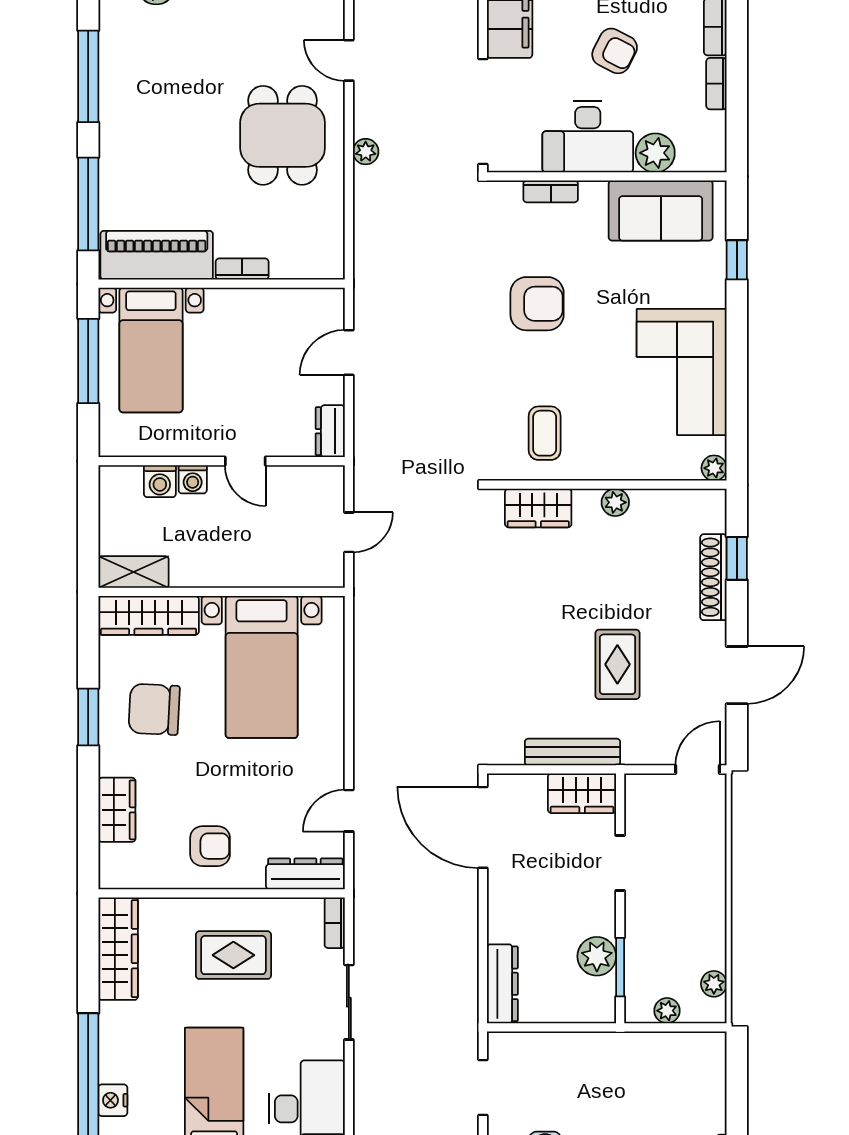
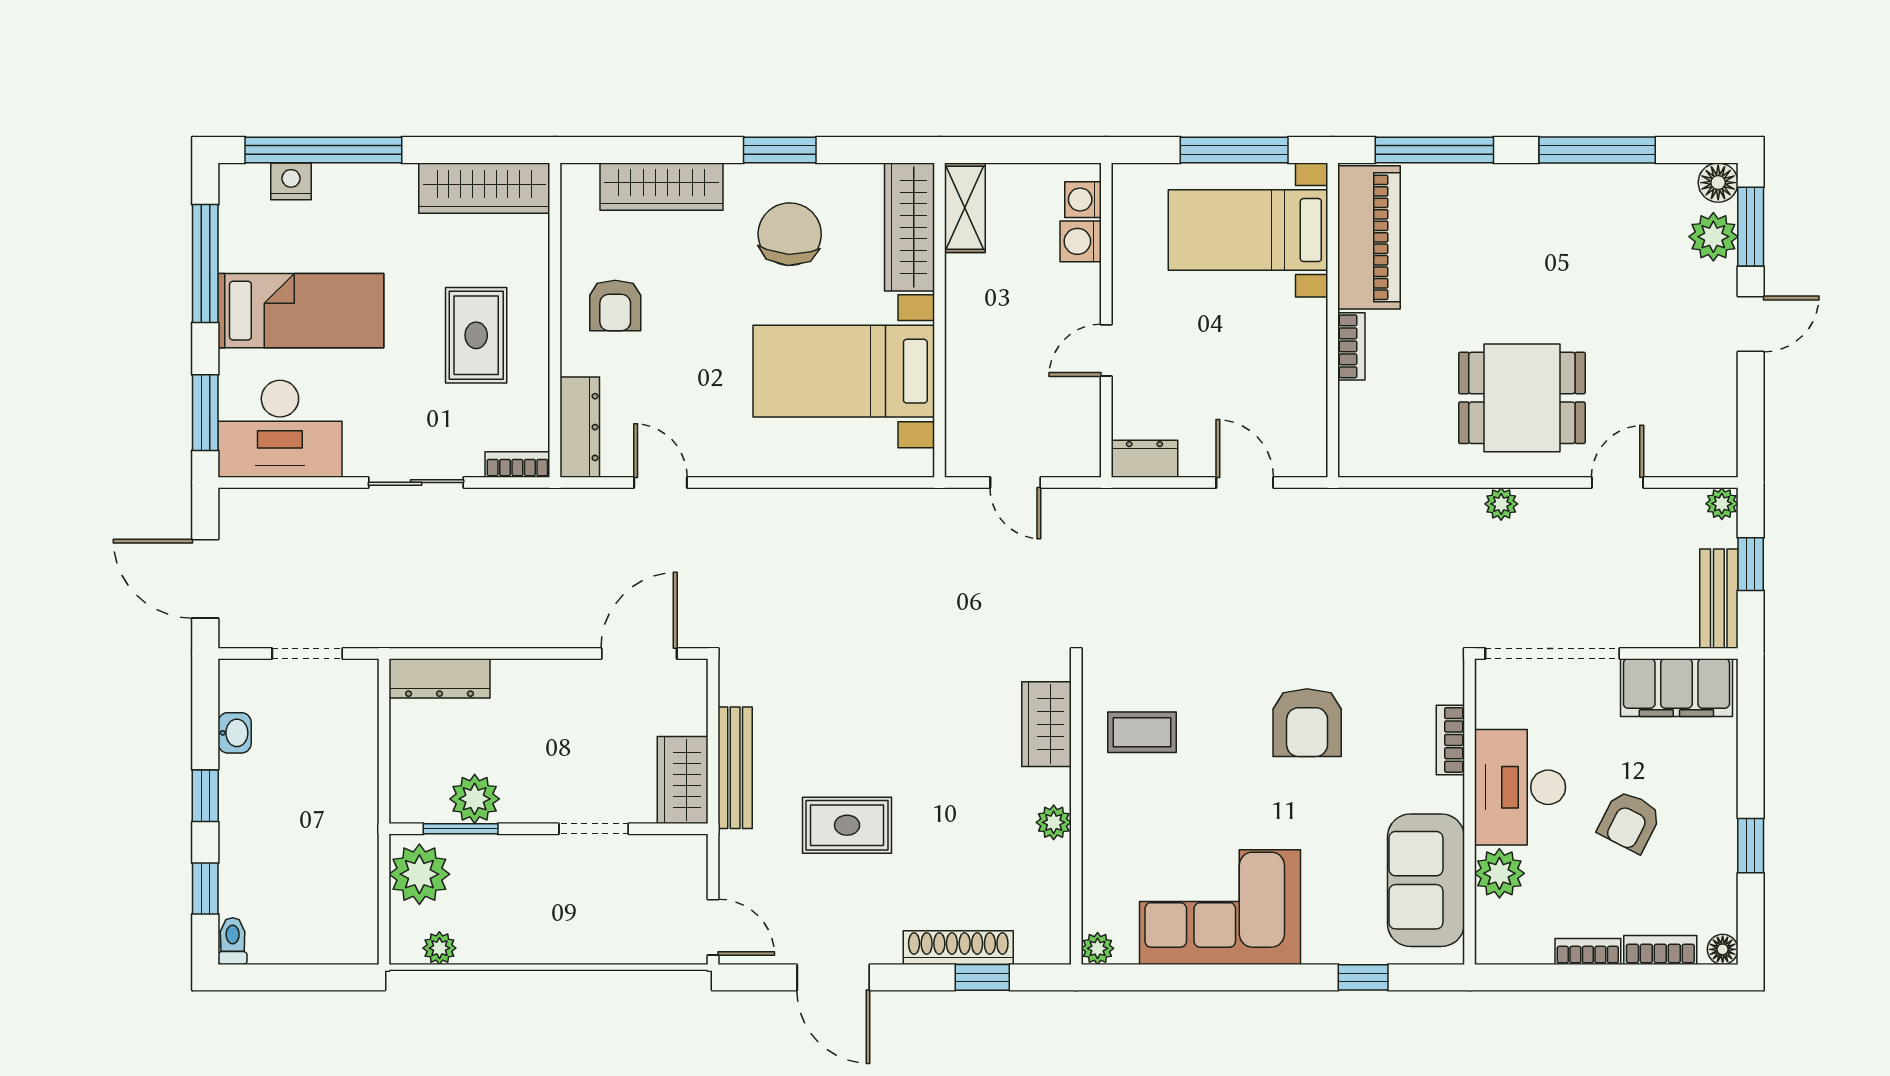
washing machine: (193, 479) -> (1083, 200), moved
wardrobe: (117, 810) -> (661, 187), width x1.50
door: (483, 827) -> (639, 653), width x0.73
plant: (667, 1011) -> (419, 874), width x1.88, depth x1.88

